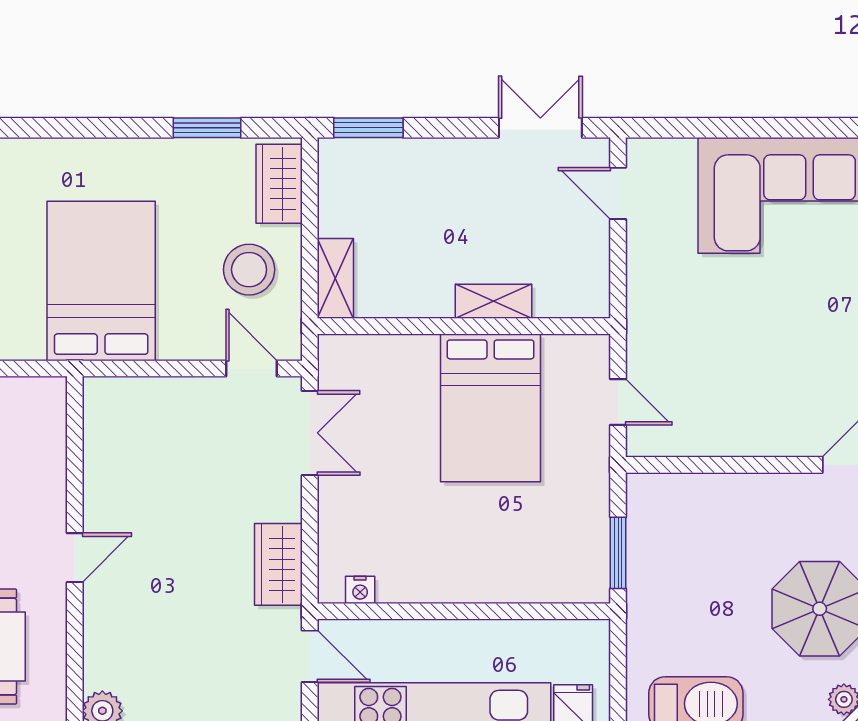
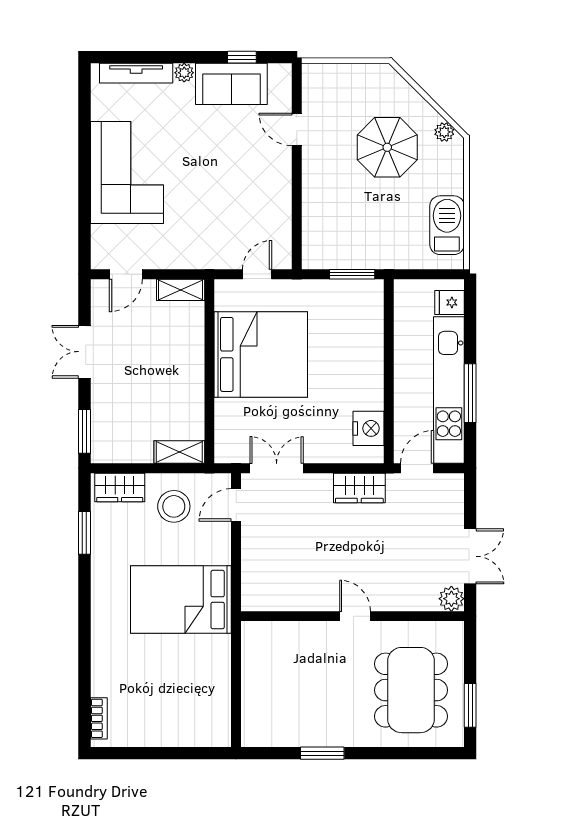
double door: (540, 128) -> (84, 352), moved
shelving: (493, 301) -> (181, 290), moved, turned 90
bed: (491, 408) -> (261, 354), width x1.36
nightstand: (360, 590) -> (369, 428), width x1.89, depth x1.79

